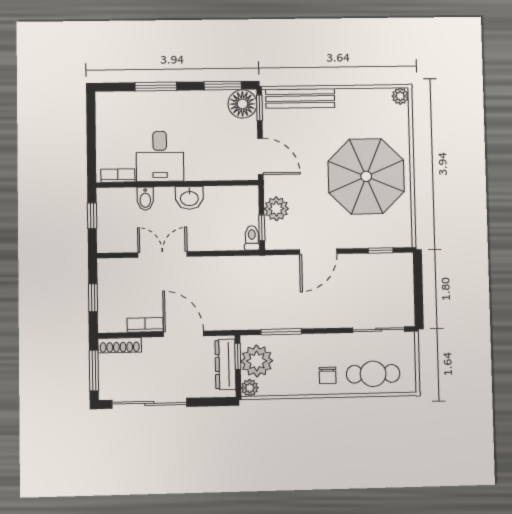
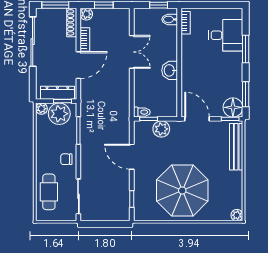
desk: (160, 156) -> (226, 35), moved, turned 180
door: (260, 156) -> (197, 119), swing flipped
bidet: (145, 199) -> (170, 19), moved
plant: (107, 324) -> (86, 14), added
chair: (328, 375) -> (66, 159), moved

